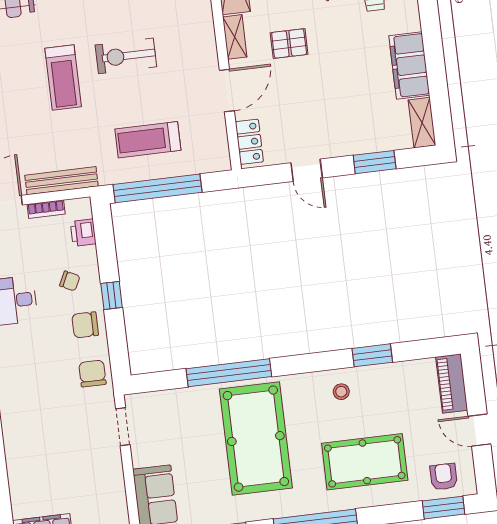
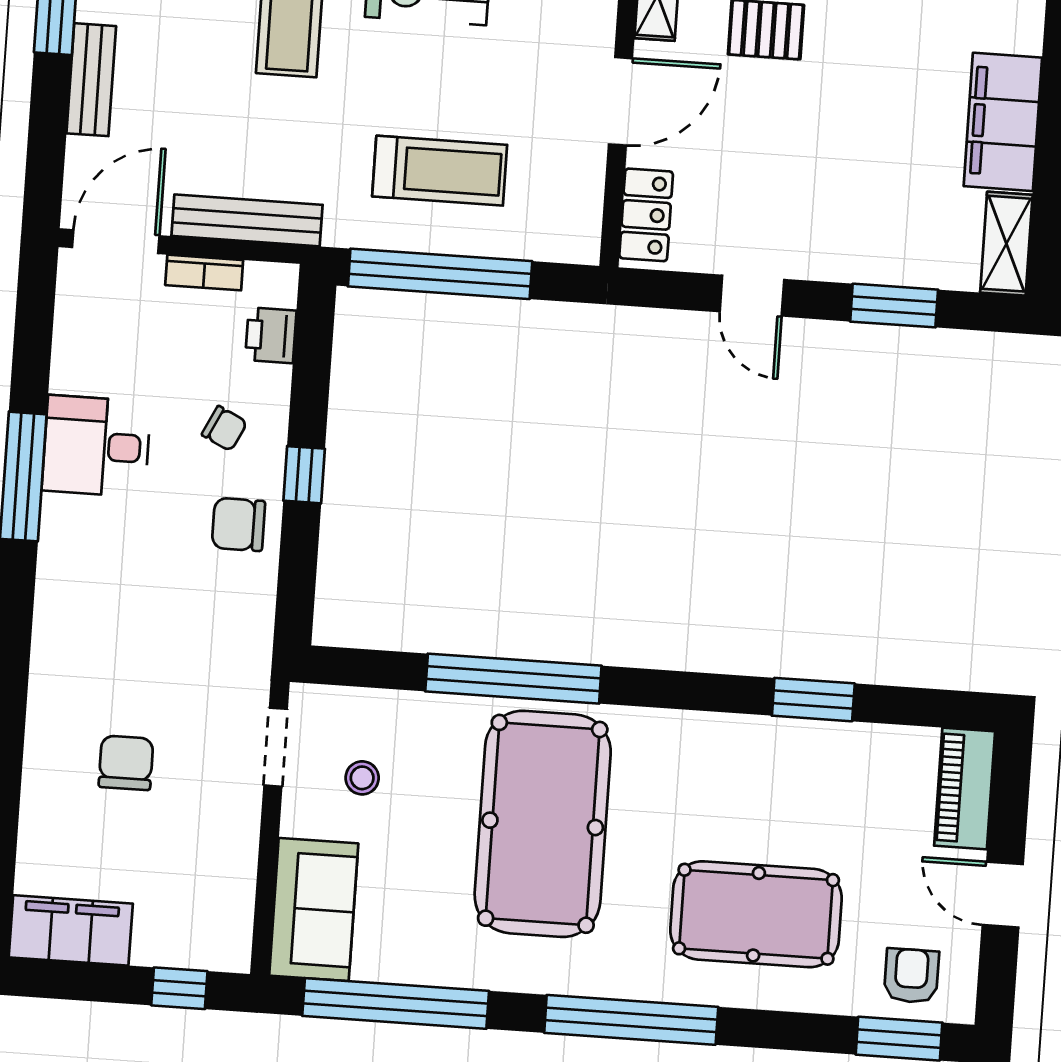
treadmill: (148, 140) -> (440, 171), turned 180
chair: (92, 374) -> (126, 763), moved
stool: (341, 392) -> (362, 778), moved

